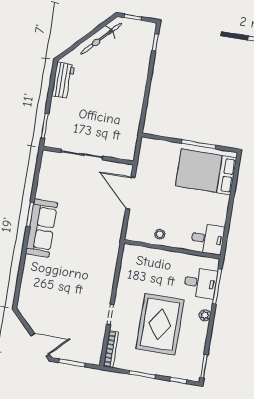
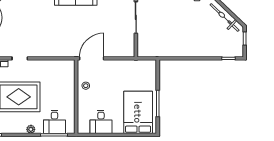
door: (130, 193) -> (92, 58), moved
desk: (208, 239) -> (101, 122), moved

